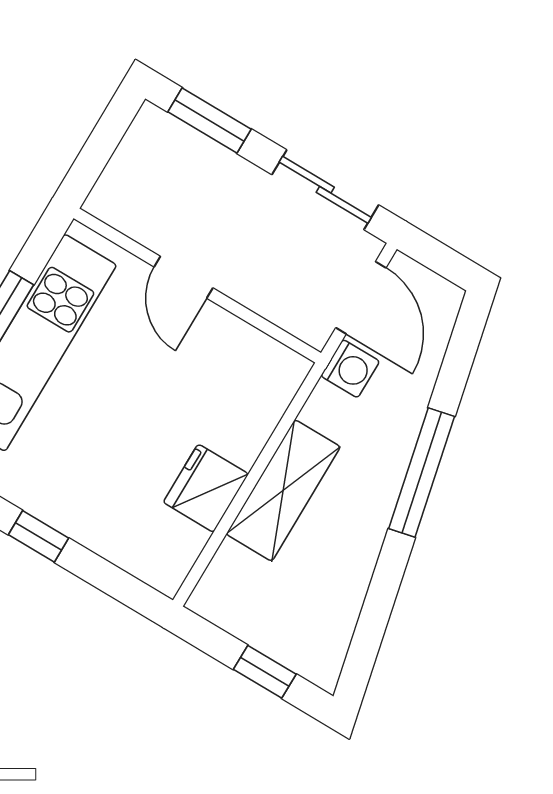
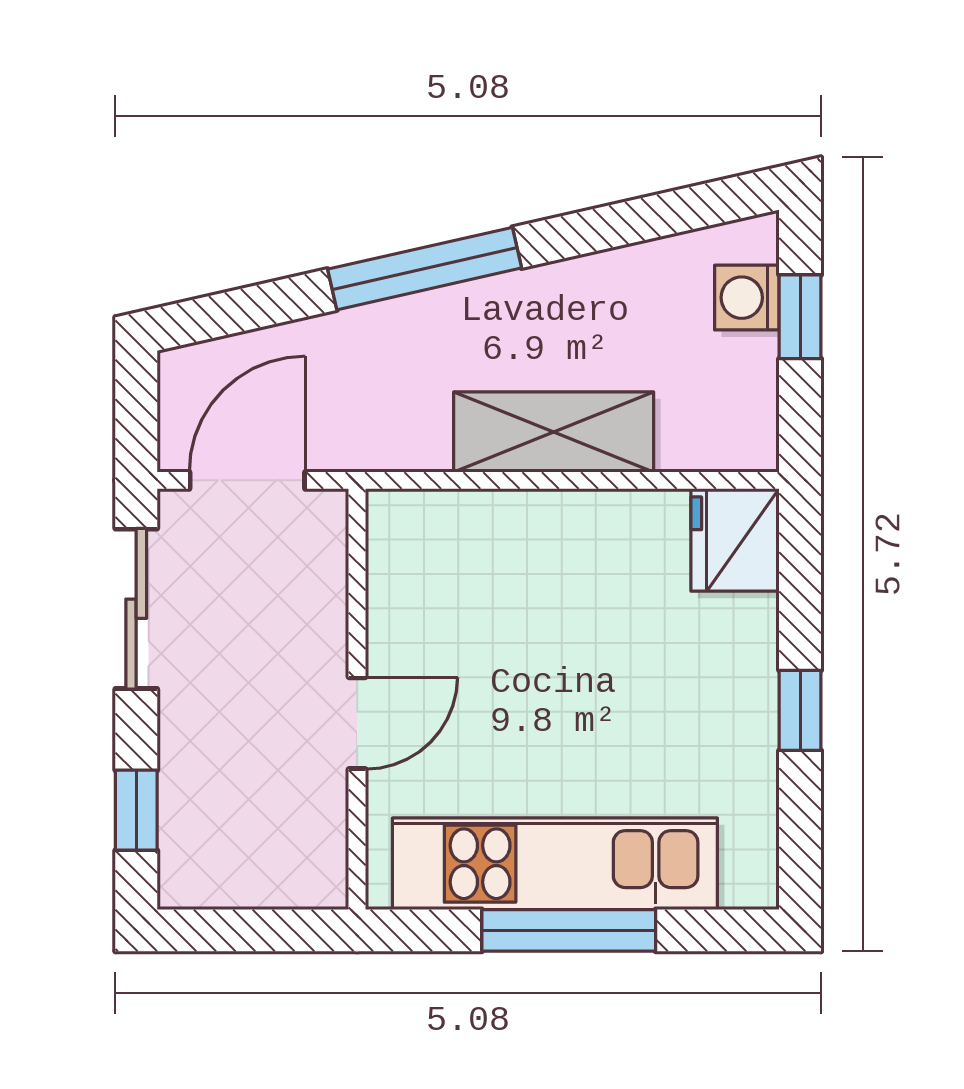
window: (209, 120) -> (136, 810), width x0.67
washing machine: (350, 369) -> (747, 298), moved, turned -90
fridge: (206, 488) -> (735, 540), moved, turned 90

